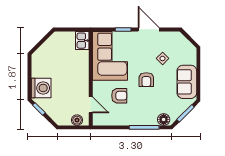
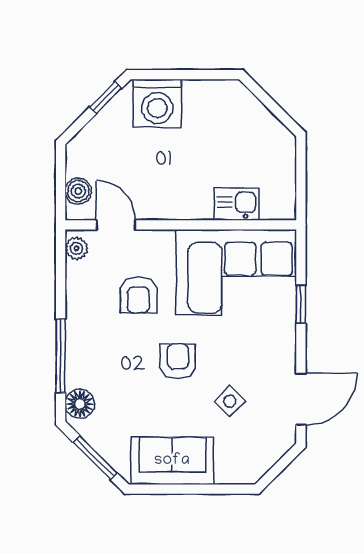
door: (149, 29) -> (301, 399), moved
kitchen sink: (82, 41) -> (237, 204), moved
armchair: (146, 80) -> (178, 361), turned 90
door: (91, 105) -> (116, 225), swing flipped
plant: (100, 121) -> (76, 248), added

